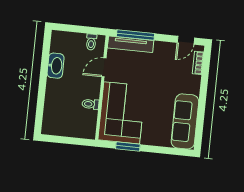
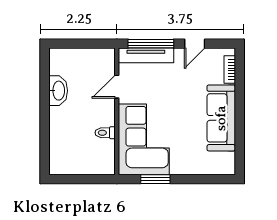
door: (186, 40) -> (195, 44), moved
toilet: (91, 42) -> (98, 58), removed
sofa: (185, 121) -> (221, 118), moved

